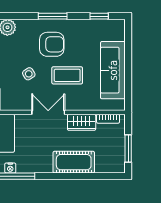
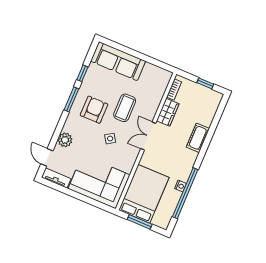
window: (99, 16) -> (82, 73), moved
sofa: (113, 70) -> (118, 61), moved
window: (128, 149) -> (205, 83), width x0.67
cot: (74, 162) -> (198, 138), width x0.73, depth x0.75

